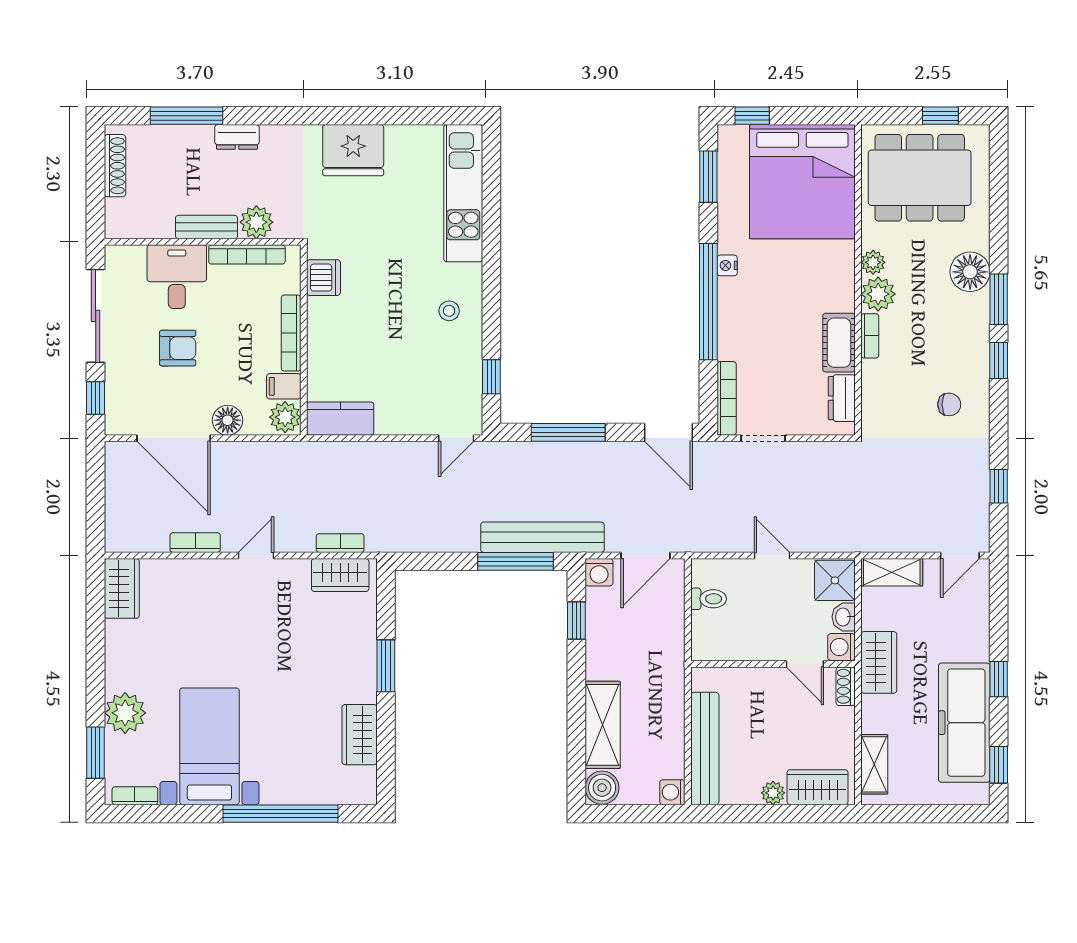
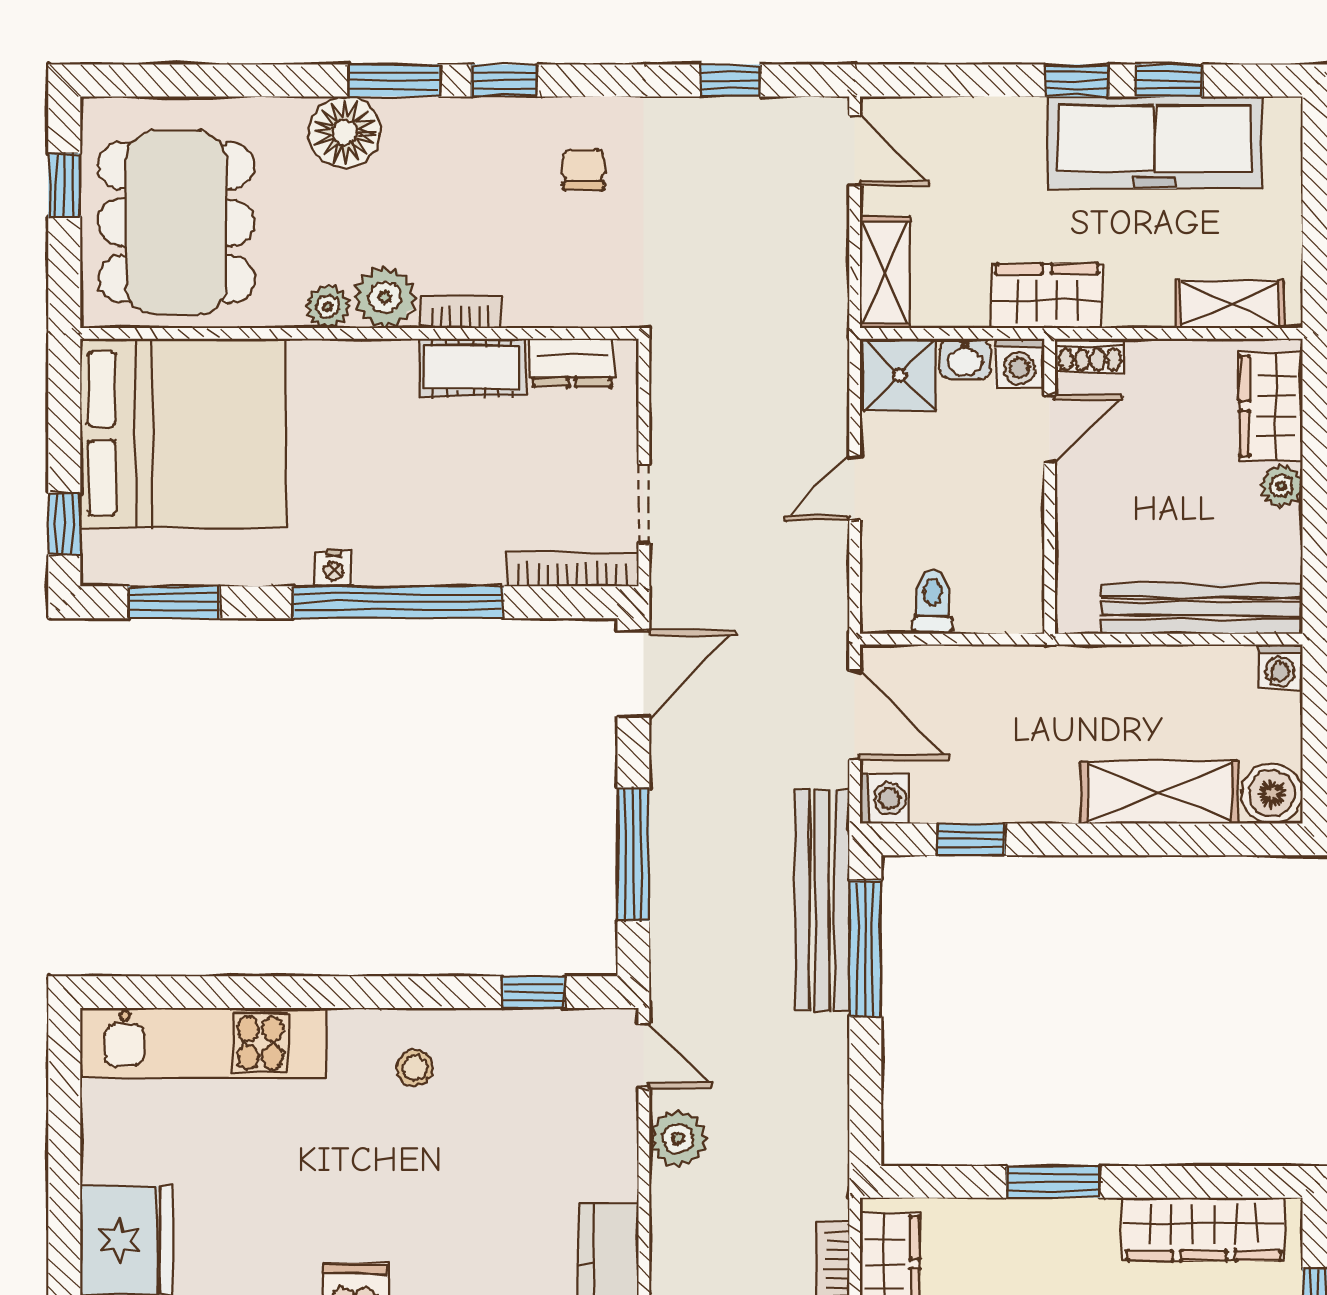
plant: (410, 457) -> (678, 1138), added
wardrobe: (360, 735) -> (1204, 1229), width x1.50
window: (999, 765) -> (1169, 81), moved

